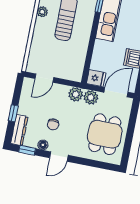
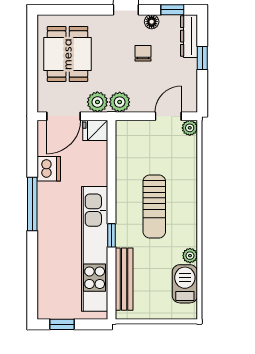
plant: (42, 12) -> (190, 128), moved

